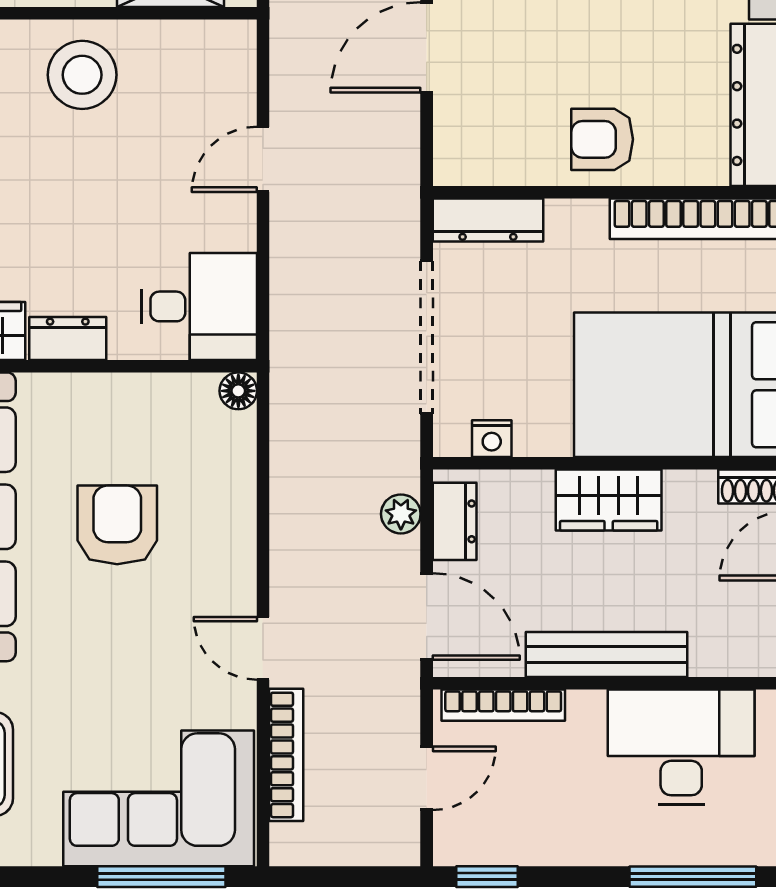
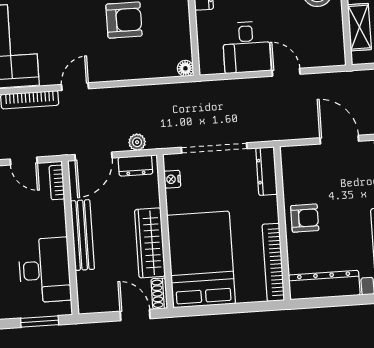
armchair: (602, 139) -> (305, 218), turned 90
desk: (199, 306) -> (247, 47), moved
wardrobe: (609, 500) -> (150, 243), width x1.50
bookcase: (503, 705) -> (57, 182), width x0.64

